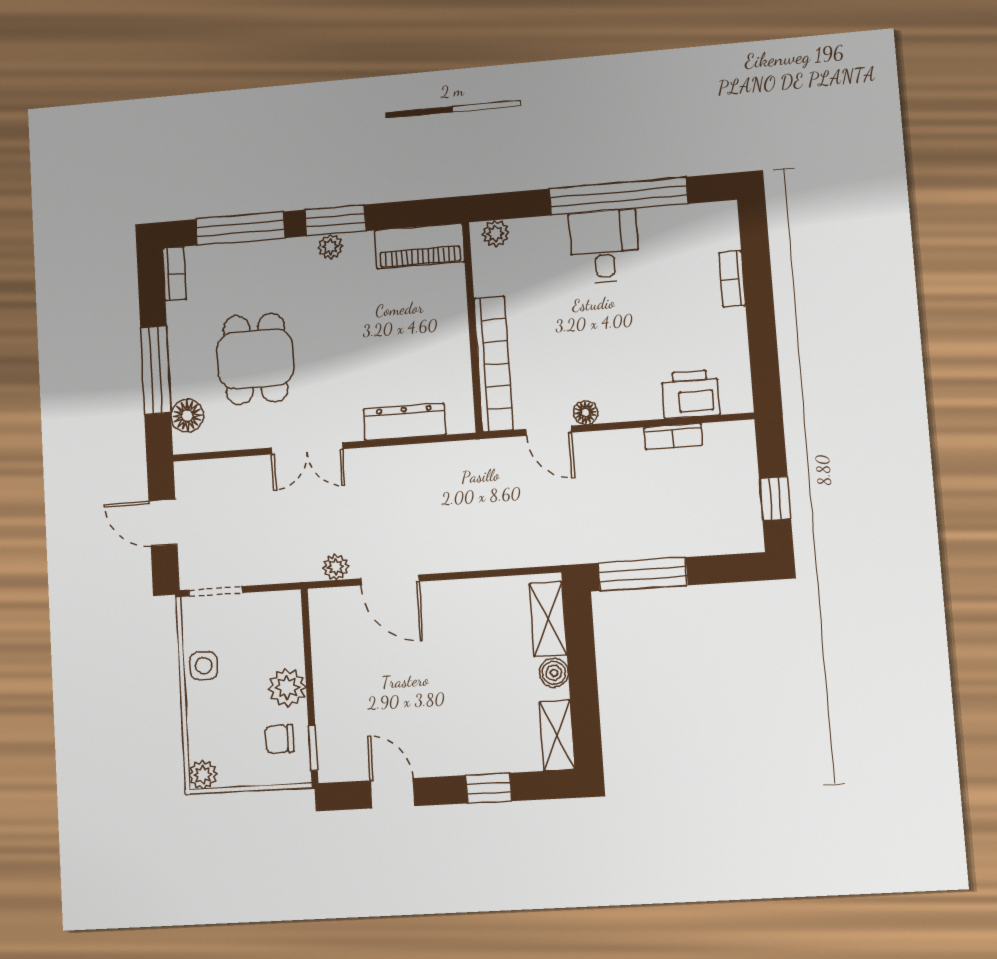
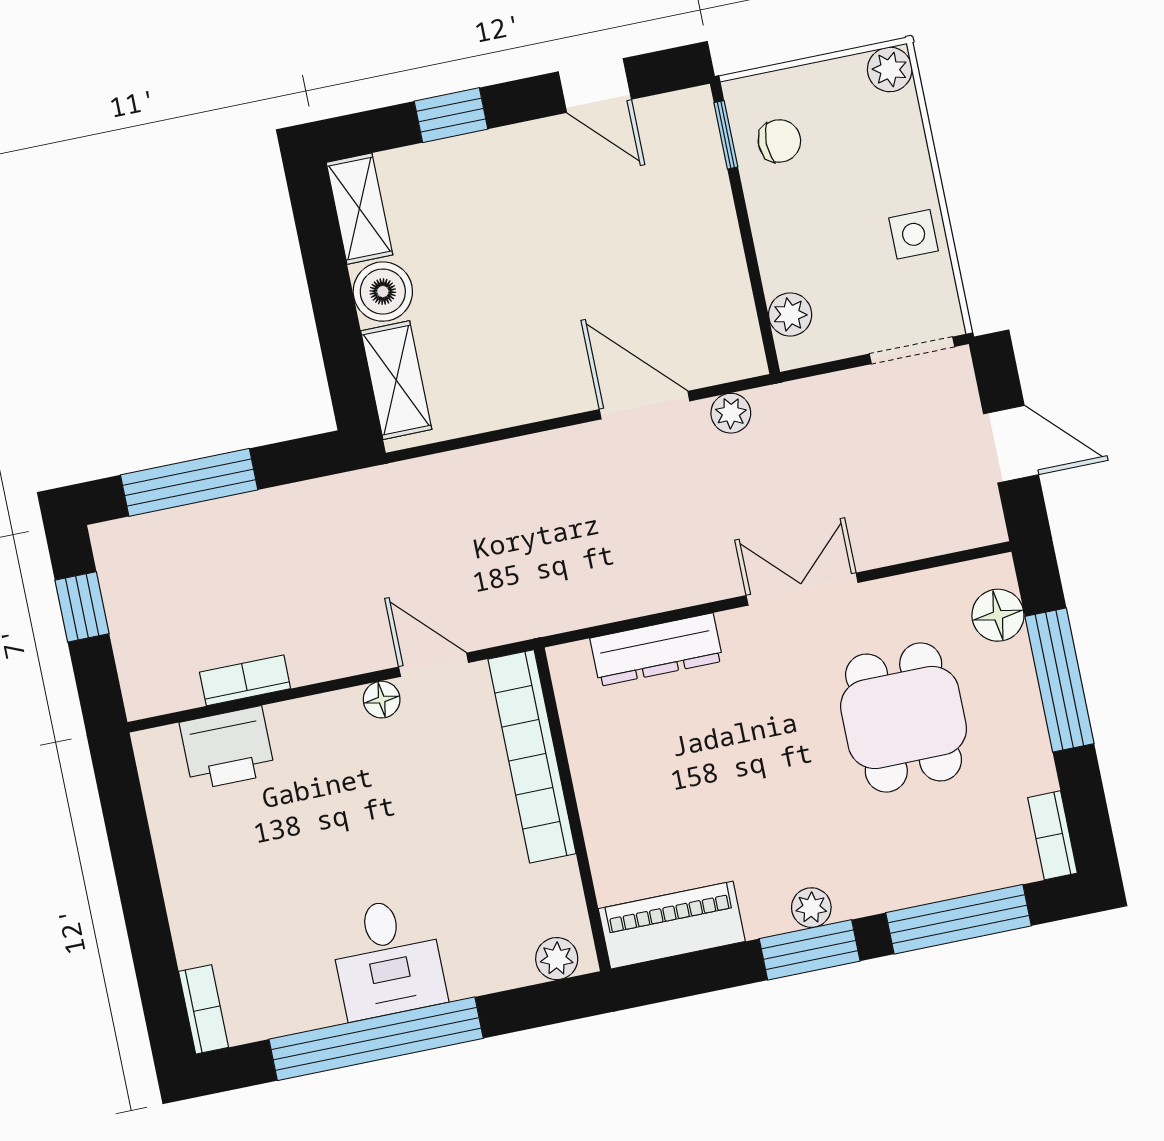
bookcase: (732, 279) -> (204, 1009), moved
window: (643, 574) -> (189, 482), moved
boiler: (554, 673) -> (383, 292), width x1.36, depth x1.36
plant: (287, 688) -> (790, 314), moved, width x0.73, depth x0.73

